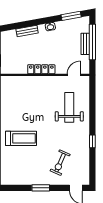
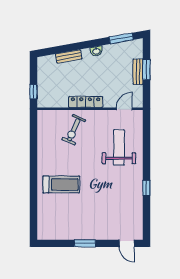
window: (92, 42) -> (146, 70), width x0.47
exercise bike: (60, 163) -> (74, 130), moved

